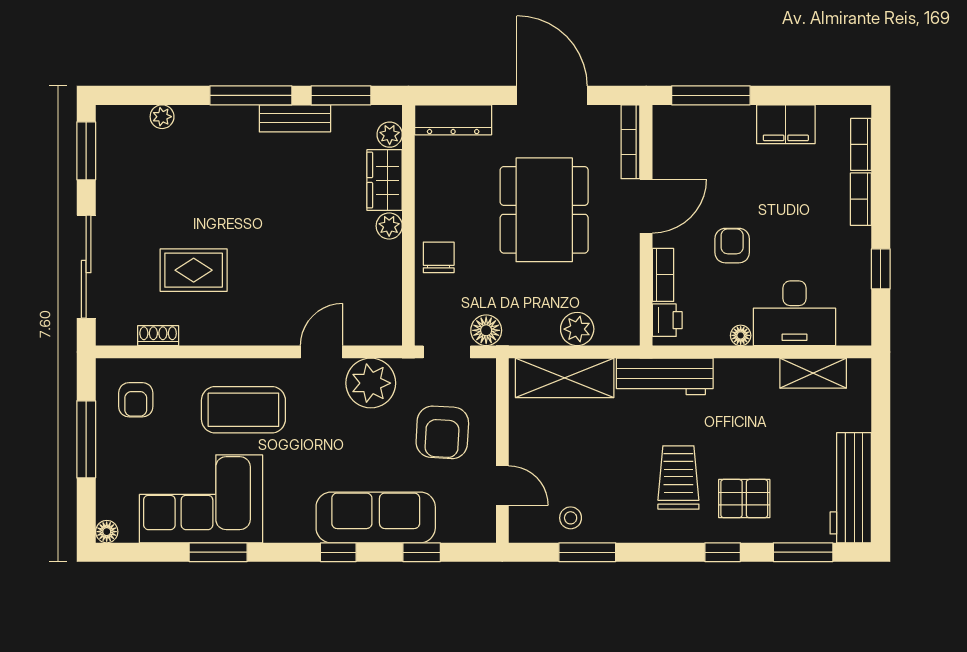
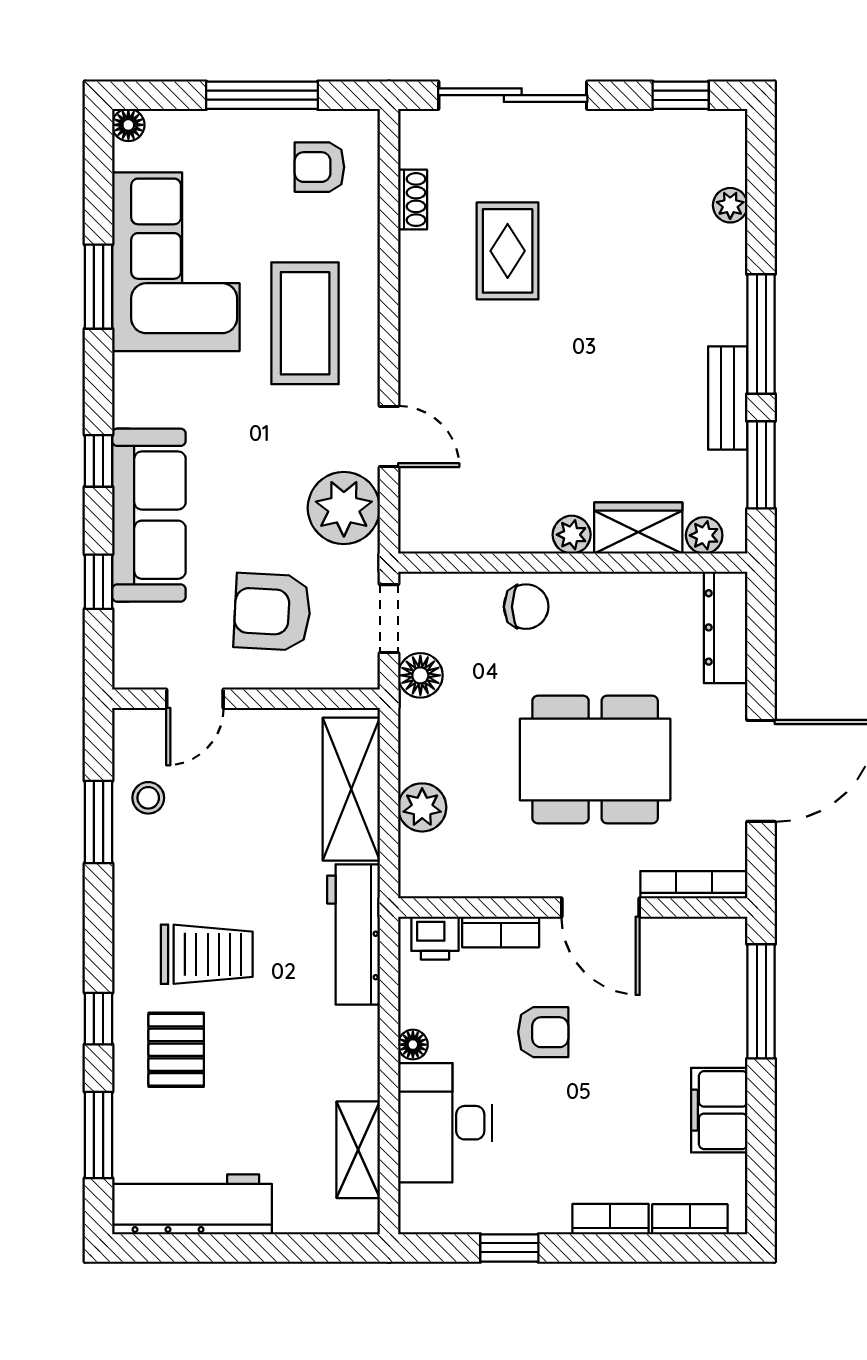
window: (86, 151) -> (681, 95), width x0.67

